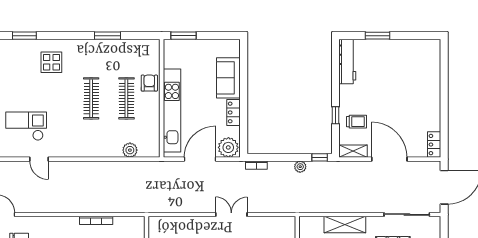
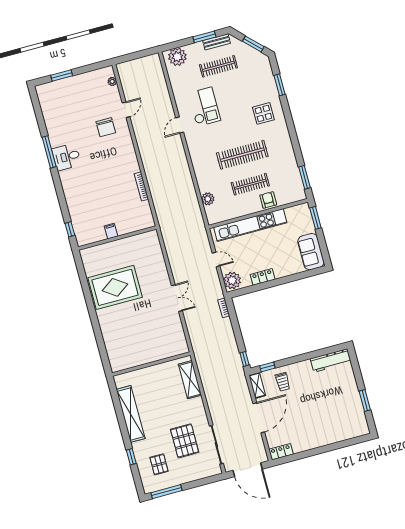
window: (107, 36) -> (305, 177), moved
window: (378, 36) -> (365, 401), moved
sofa: (228, 78) -> (311, 252), moved, turned -90
armchair: (149, 83) -> (268, 200), turned -90
clothes rail: (91, 98) -> (242, 155), width x1.37, depth x1.31
window: (335, 115) -> (267, 367), moved
door: (200, 159) -> (216, 259), width x0.53
plant: (300, 167) -> (232, 345), removed
shelving: (345, 224) -> (190, 380), moved

